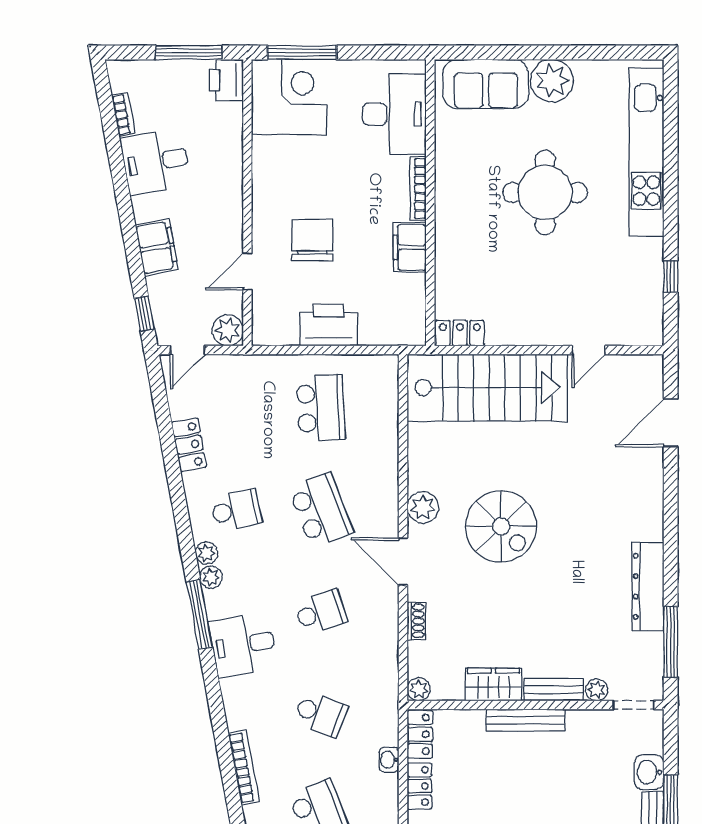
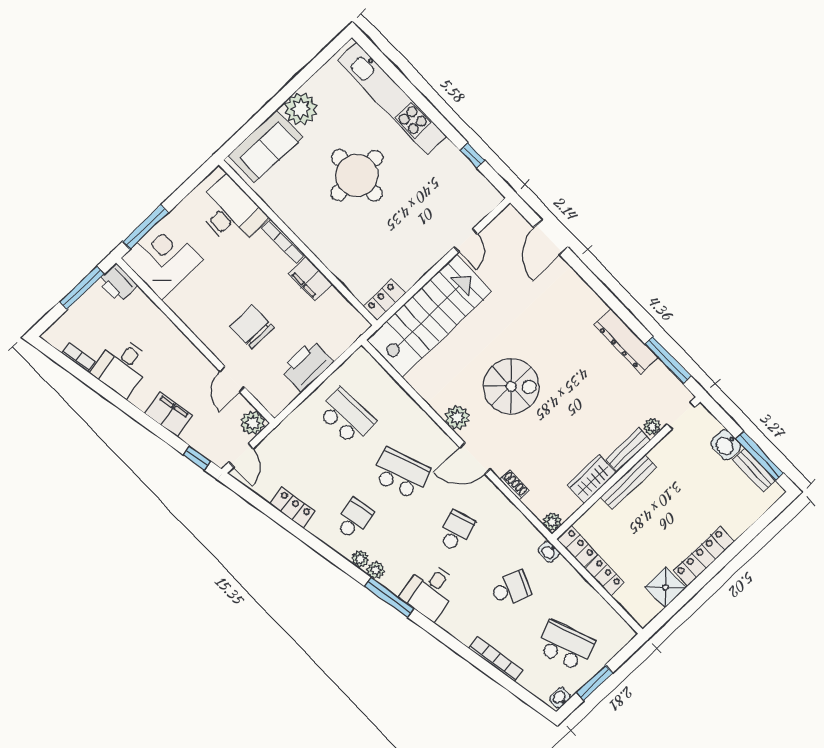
washbasin: (389, 760) -> (549, 552), moved

